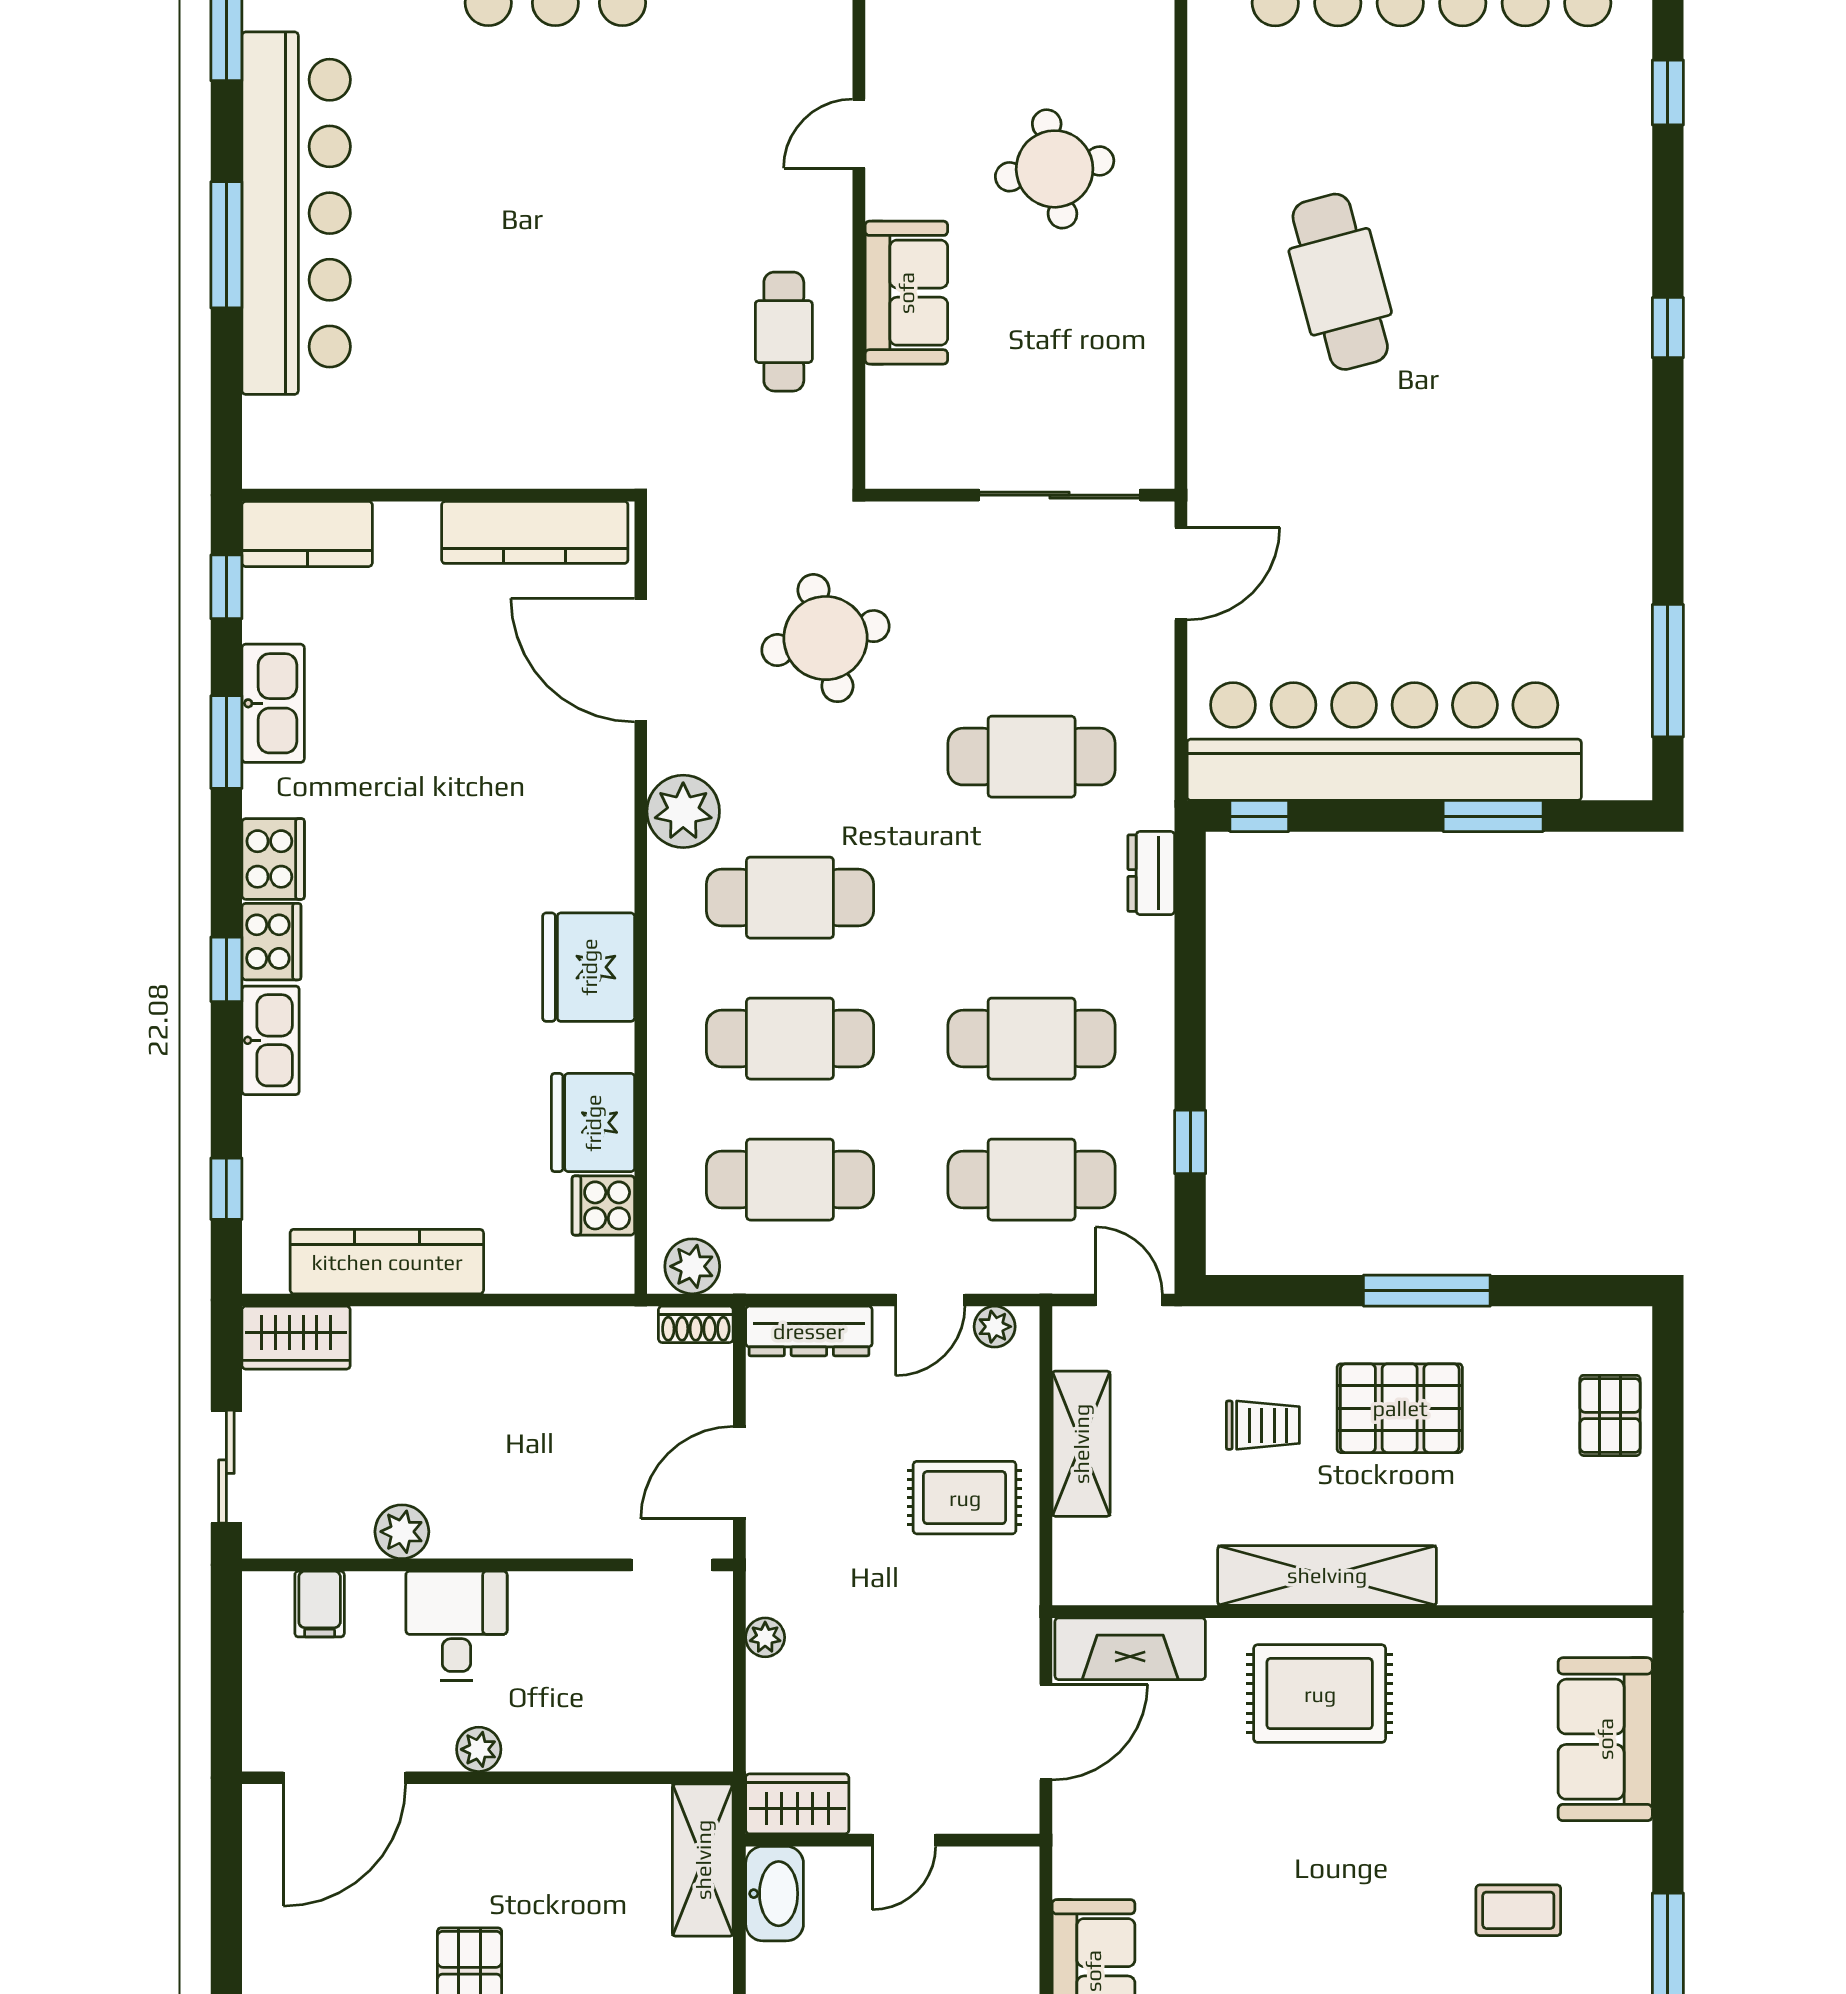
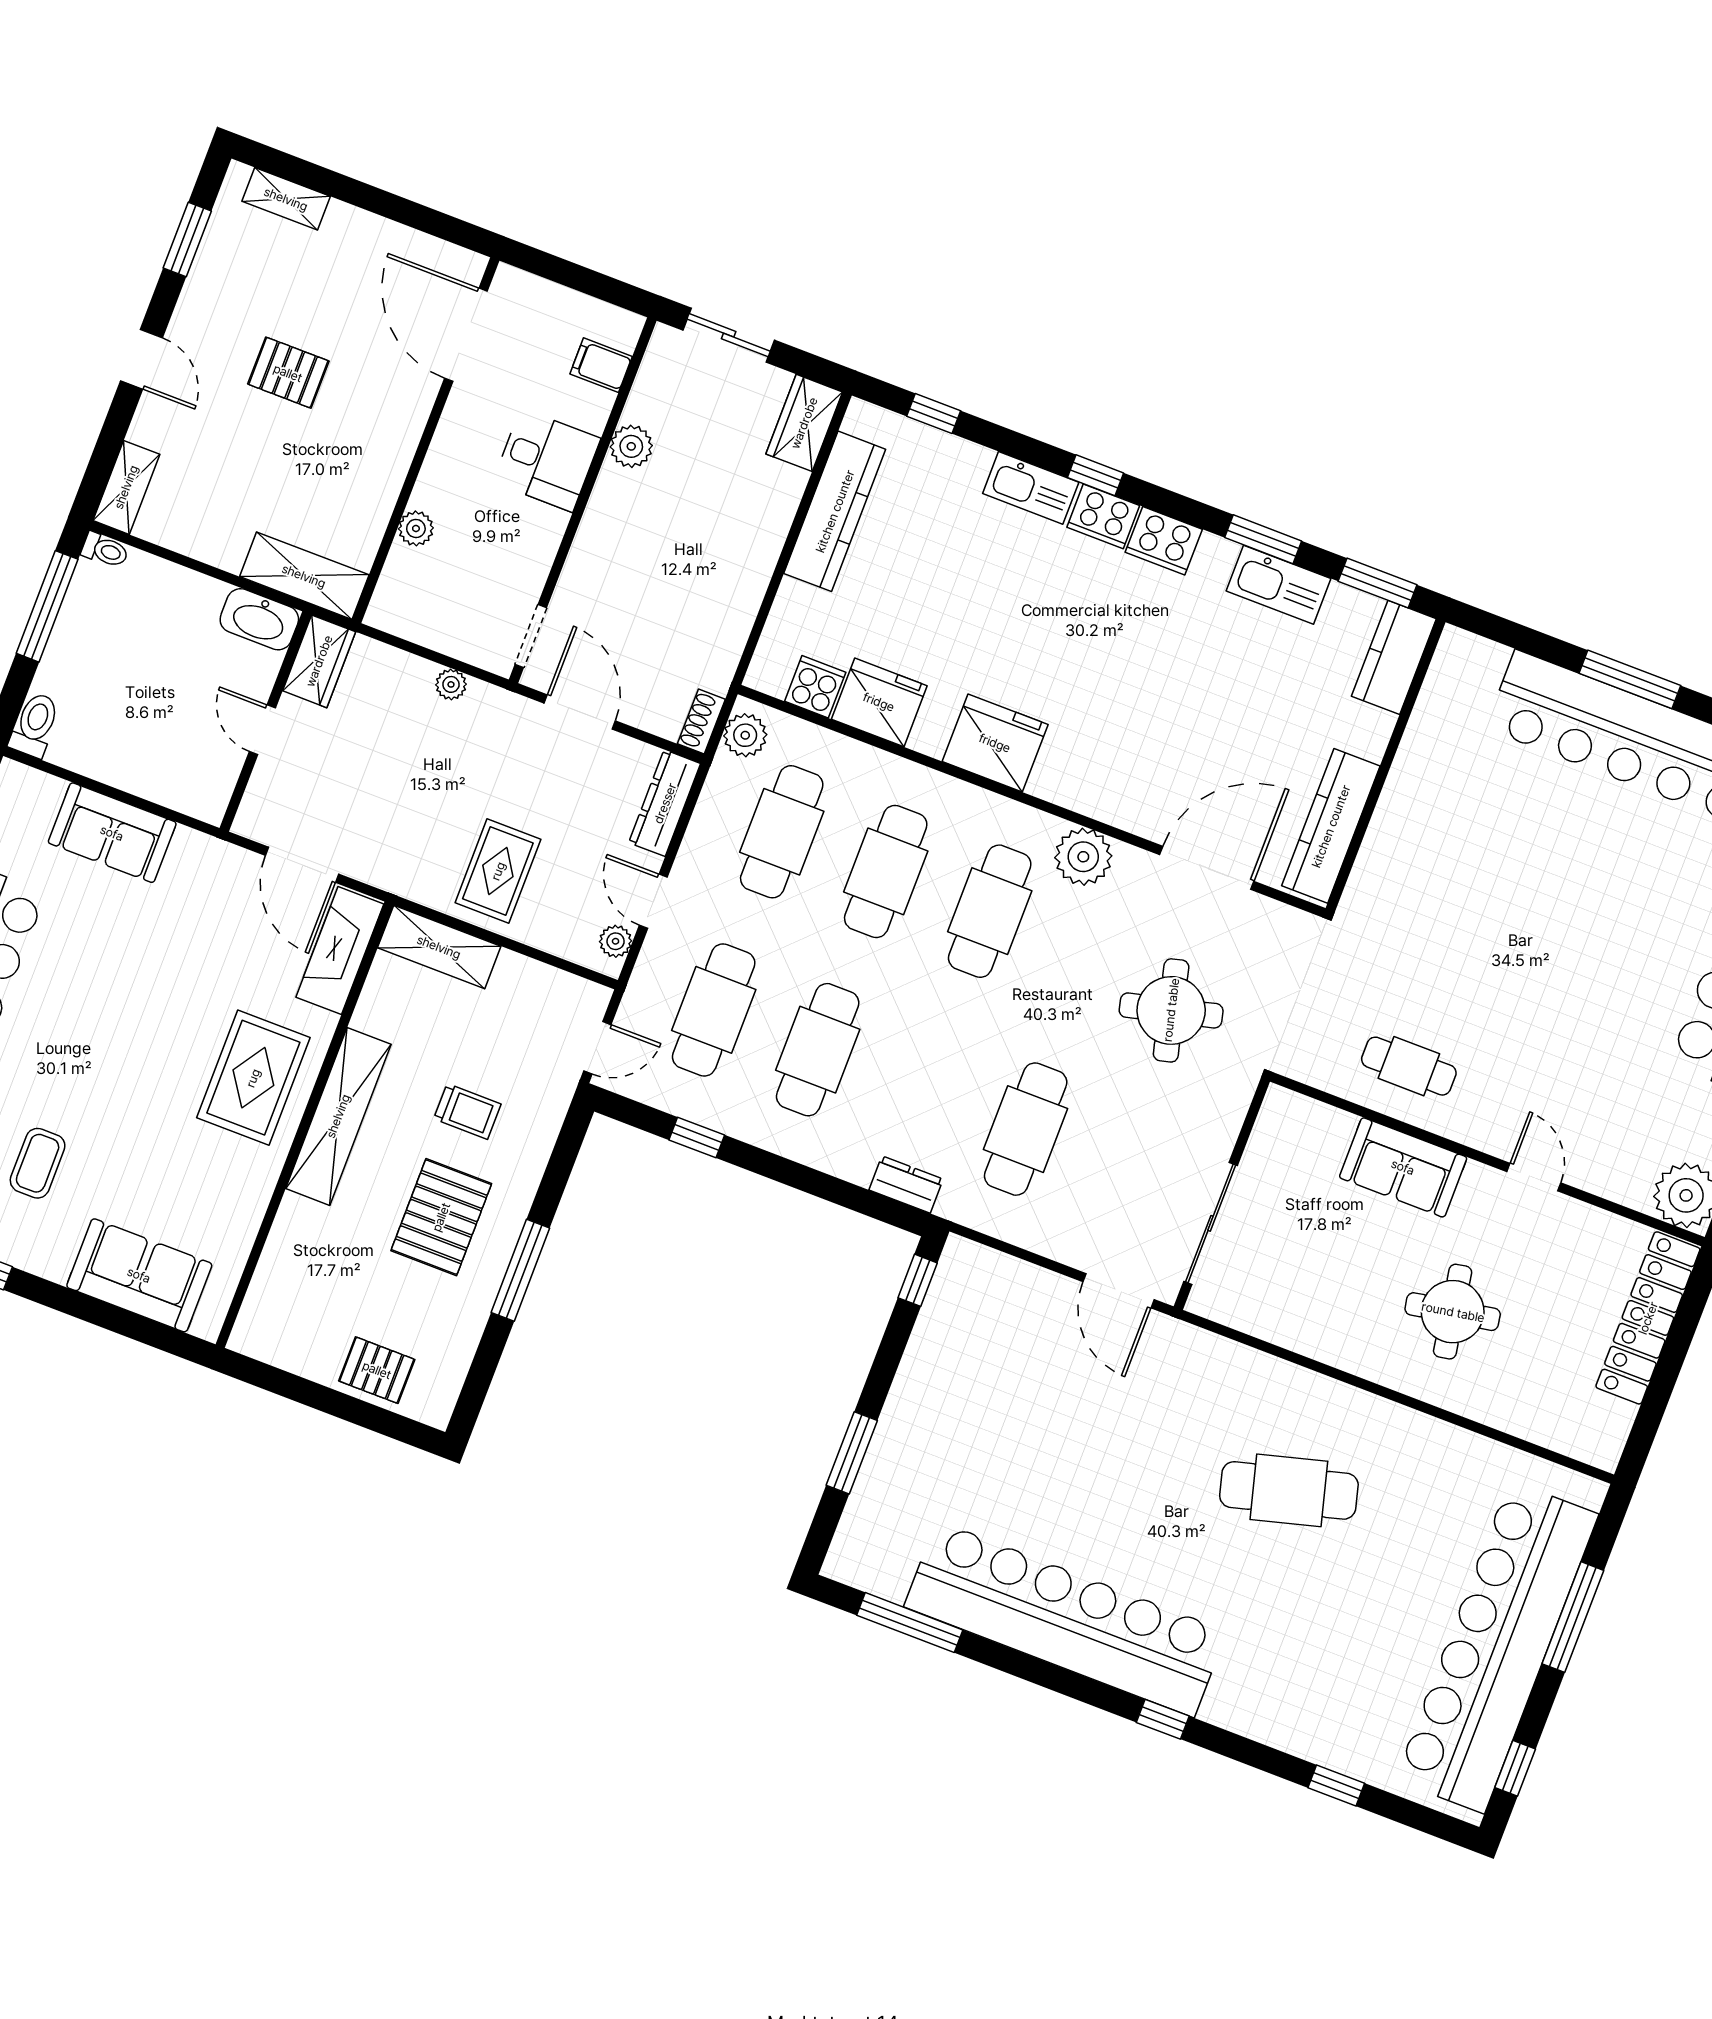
window: (226, 587) -> (1378, 583), width x1.50
bar counter: (1384, 742) -> (1065, 1619), moved, turned -90
trolley: (1263, 1425) -> (467, 1111), turned -90
shelving: (1081, 1444) -> (439, 947), moved
plant: (479, 1749) -> (416, 528), moved

